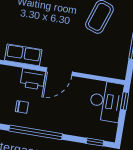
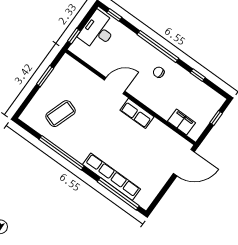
printer: (33, 79) -> (139, 90), removed
desk: (106, 101) -> (98, 31), moved

